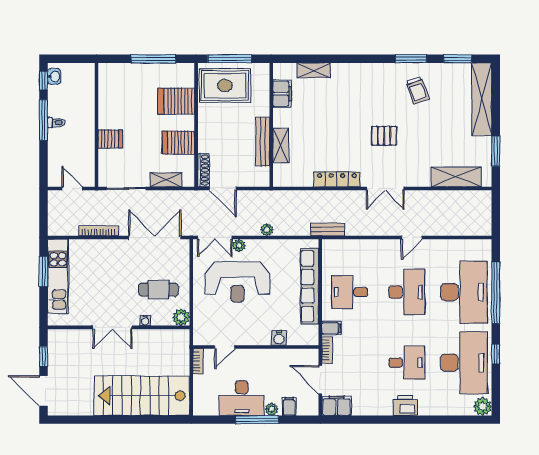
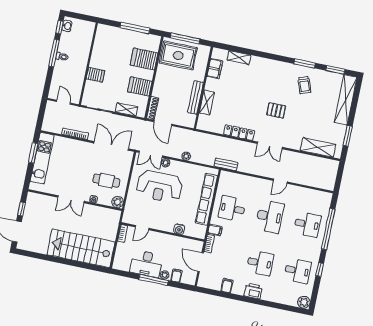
desk: (464, 292) -> (307, 224), width x0.53, depth x0.77
desk: (464, 363) -> (298, 271), width x0.53, depth x0.77
filing cabinet: (337, 406) -> (227, 286), moved, width x0.50

